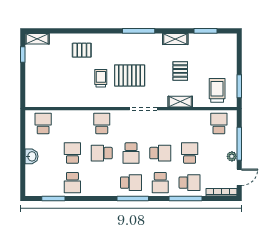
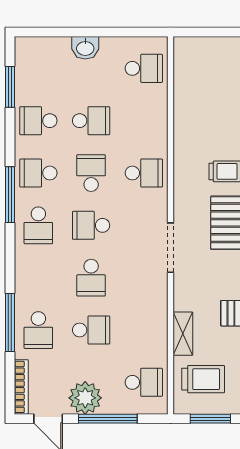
shelving: (180, 102) -> (183, 334), moved
plant: (232, 156) -> (85, 398), width x1.87, depth x1.87
school desk: (160, 183) -> (38, 173), moved
window: (133, 199) -> (10, 195), moved

